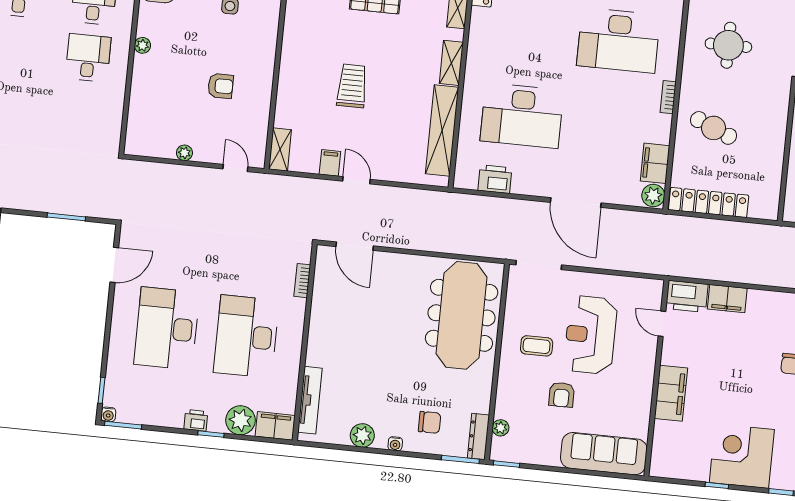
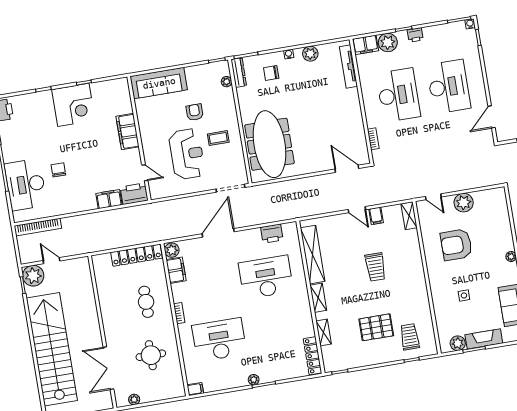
armchair: (221, 86) -> (456, 245), width x1.88, depth x1.88
cafe table: (714, 128) -> (146, 302), turned 67
plant: (184, 153) -> (464, 203), width x1.87, depth x1.87
door: (576, 203) -> (218, 233), hinge flipped

